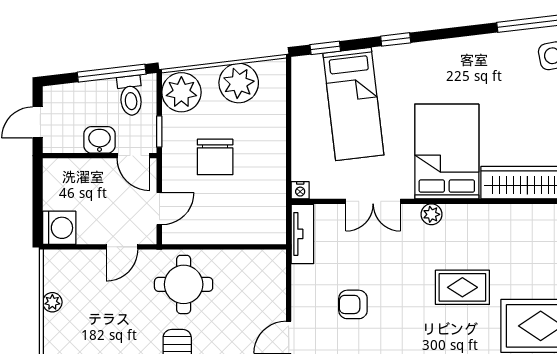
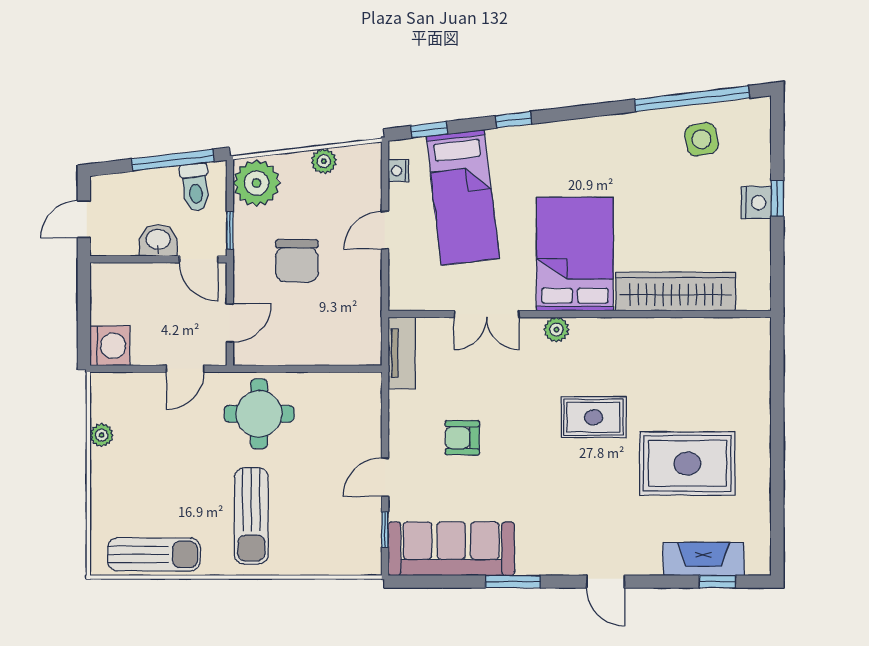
plant: (239, 83) -> (324, 161), width x0.53, depth x0.53
door: (289, 131) -> (385, 230), added
nightstand: (300, 190) -> (398, 171), moved, turned 90

